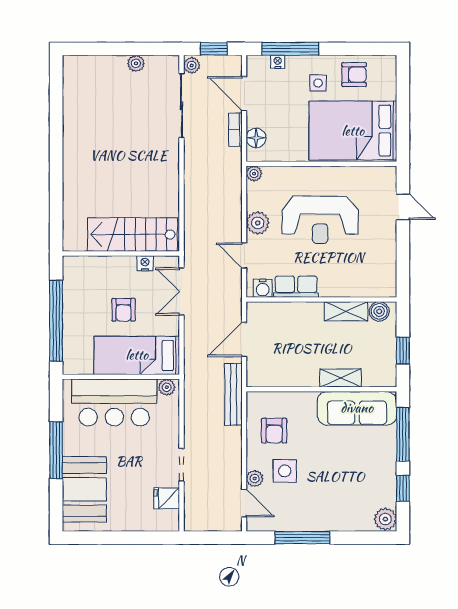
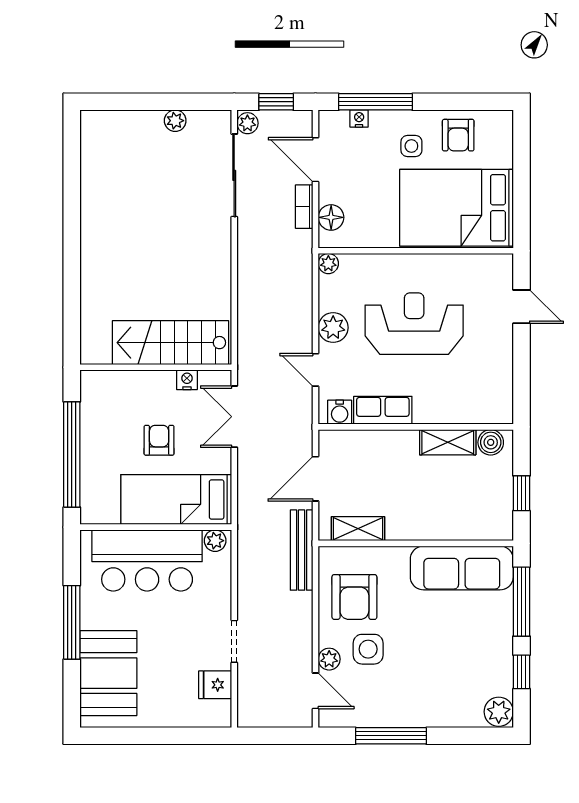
armchair: (354, 75) -> (458, 135), turned 90
reception desk: (320, 220) -> (414, 324), turned 180
armchair: (123, 310) -> (159, 440), turned 180
shelving: (341, 378) -> (358, 529), moved
armchair: (274, 431) -> (354, 597), width x1.38, depth x1.38

